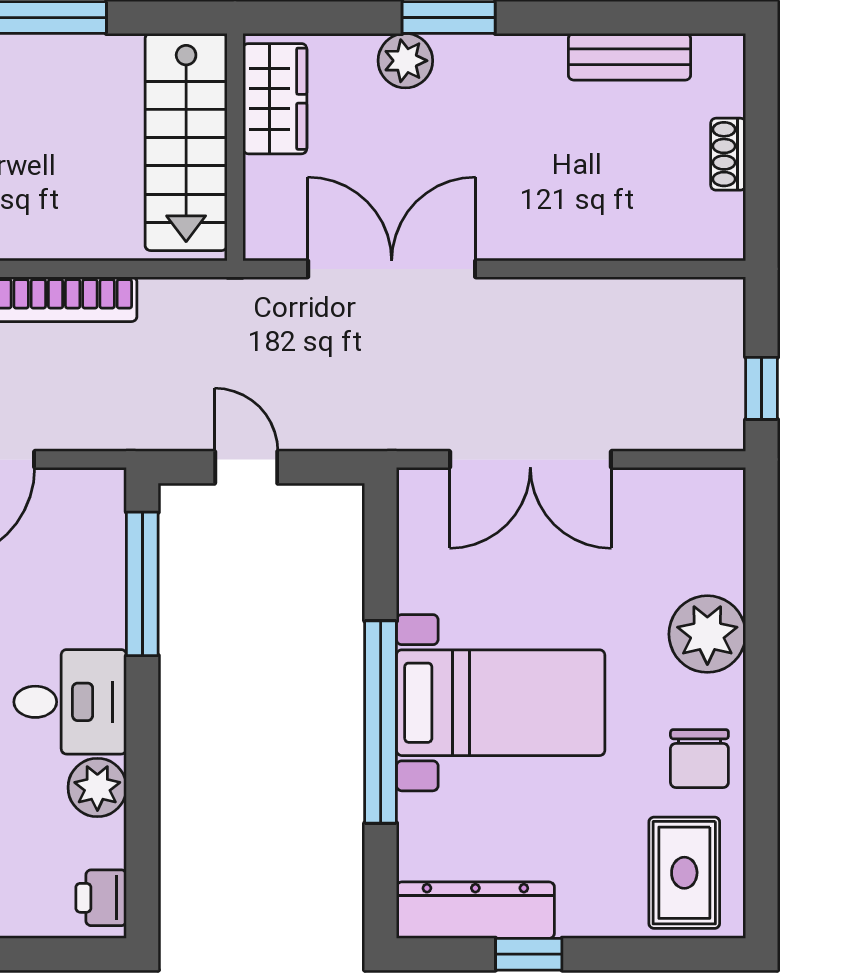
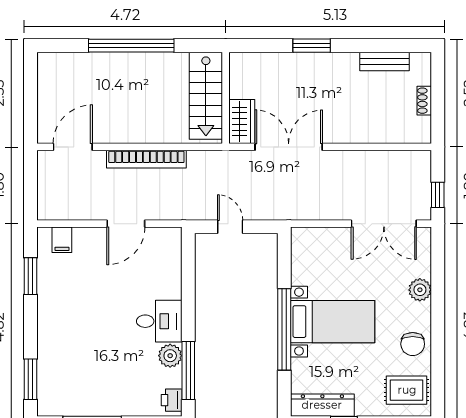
plant: (405, 61) -> (294, 63), removed
wardrobe: (275, 99) -> (242, 121), moved
double door: (530, 459) -> (384, 224), moved
window: (142, 584) -> (188, 371), moved
plant: (707, 634) -> (420, 290), width x0.73, depth x0.73
rug: (684, 873) -> (407, 390), turned 90

